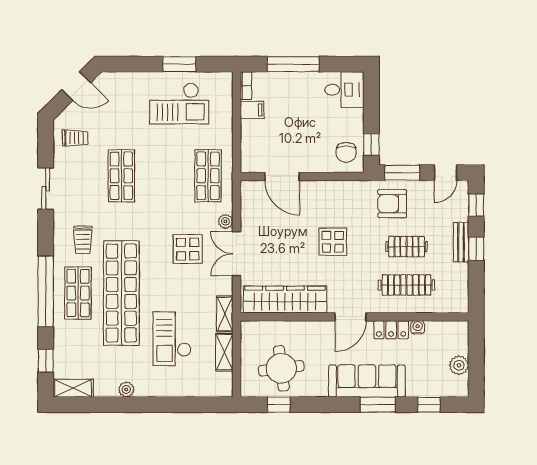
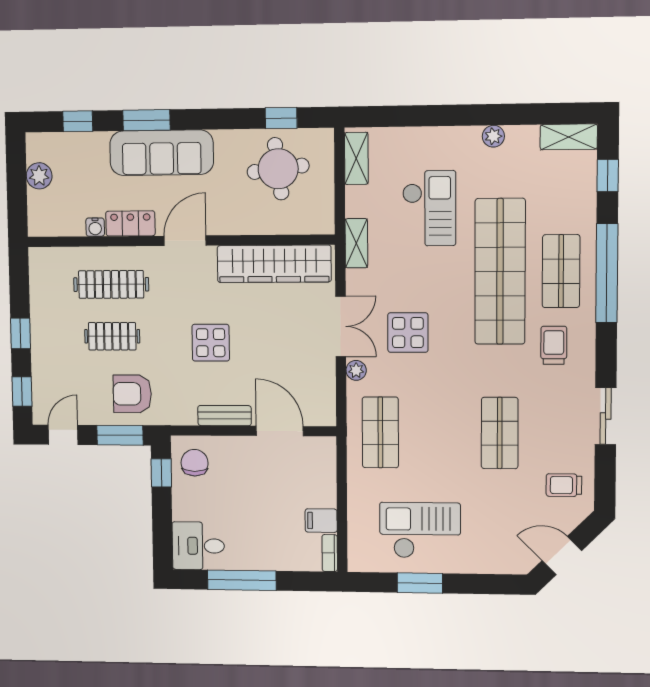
window: (293, 64) -> (242, 580), moved
armchair: (392, 204) -> (132, 394), turned 180
bench: (461, 242) -> (225, 416), moved, turned 90
shelving: (224, 352) -> (356, 158), moved

